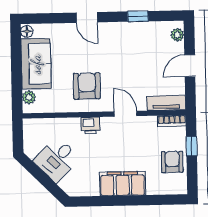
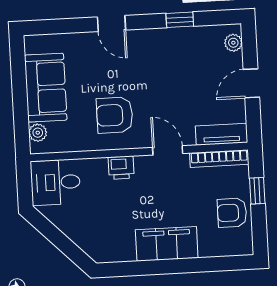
floor lamp: (27, 31) -> (32, 45), removed
armchair: (87, 86) -> (115, 115), turned -90
bookcase: (172, 121) -> (219, 159), width x1.56
desk: (57, 159) -> (56, 182), moved, turned 45
armchair: (172, 162) -> (232, 213), turned -90

